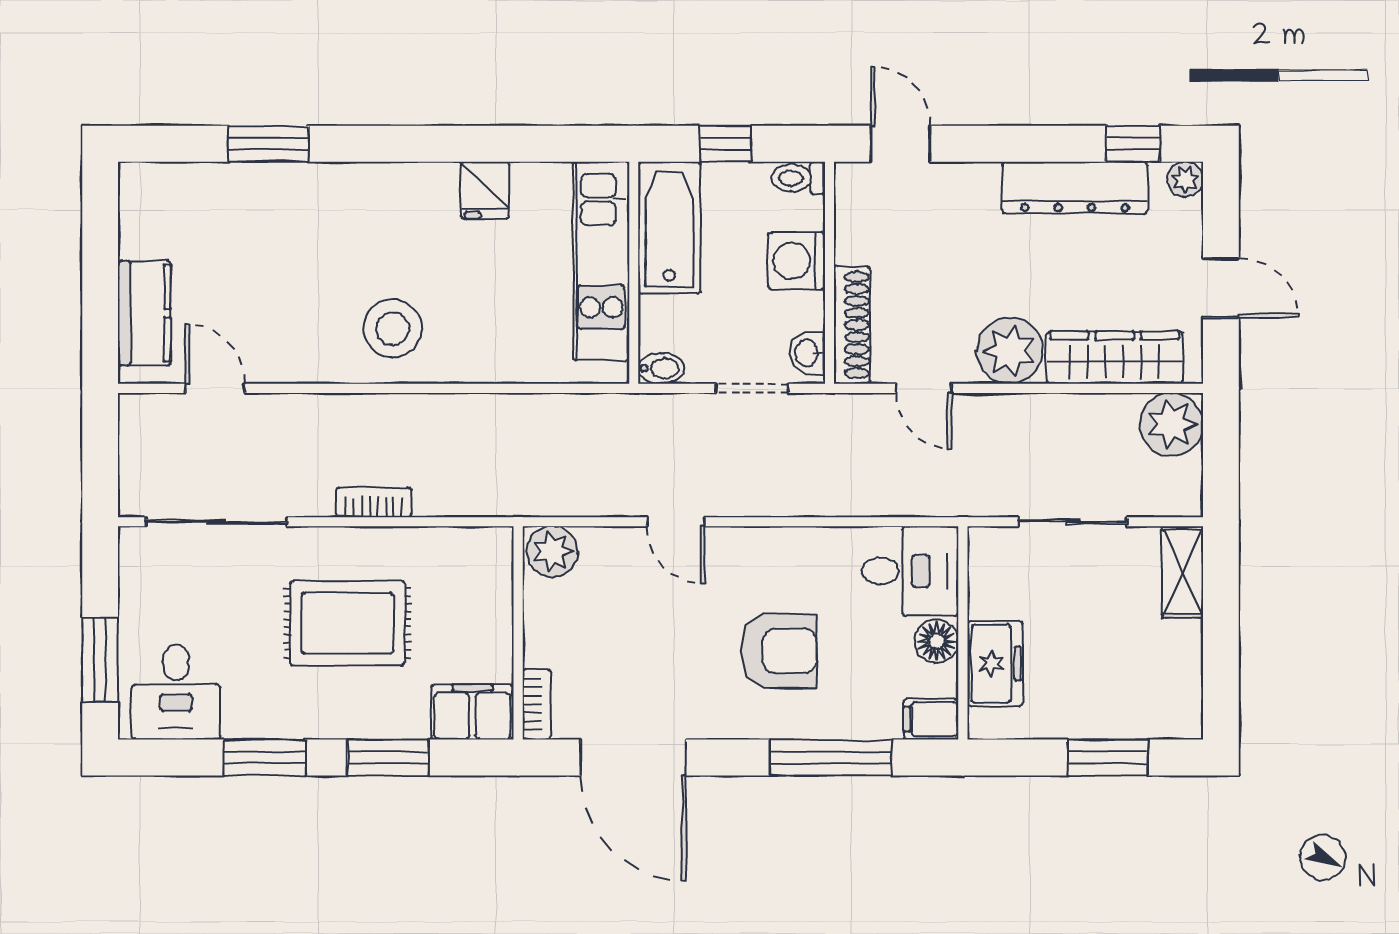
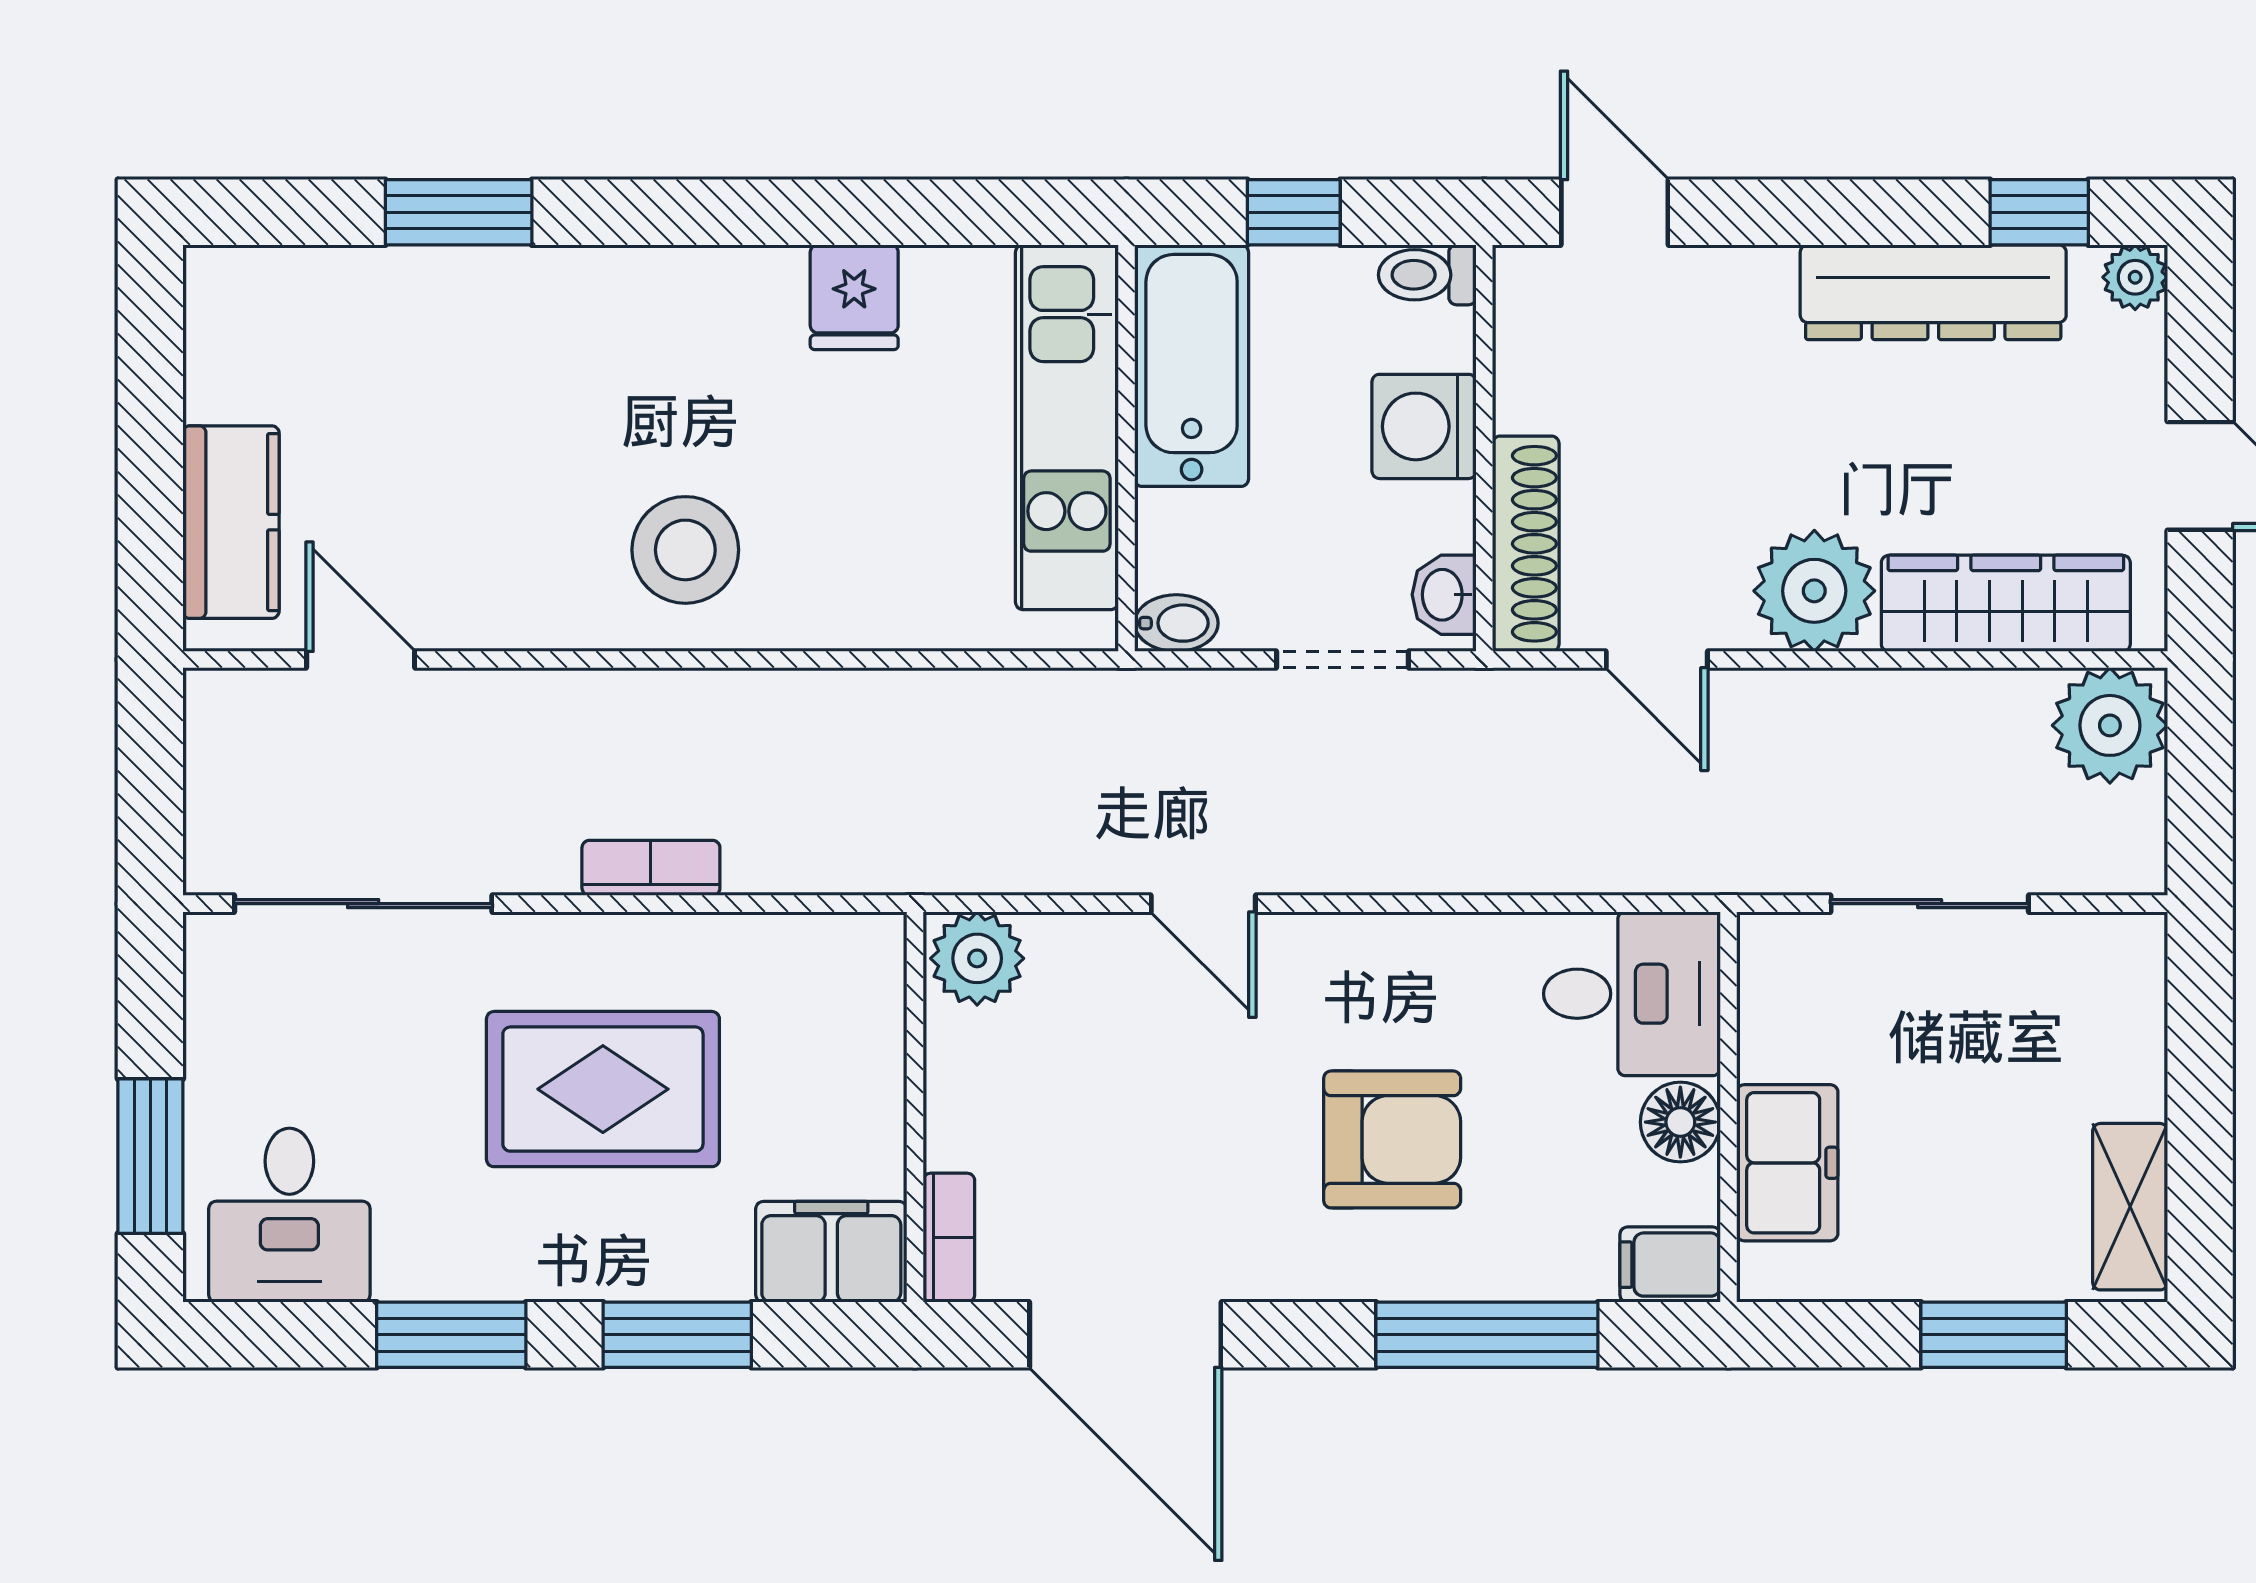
shelving: (1183, 572) -> (2130, 1207), moved

